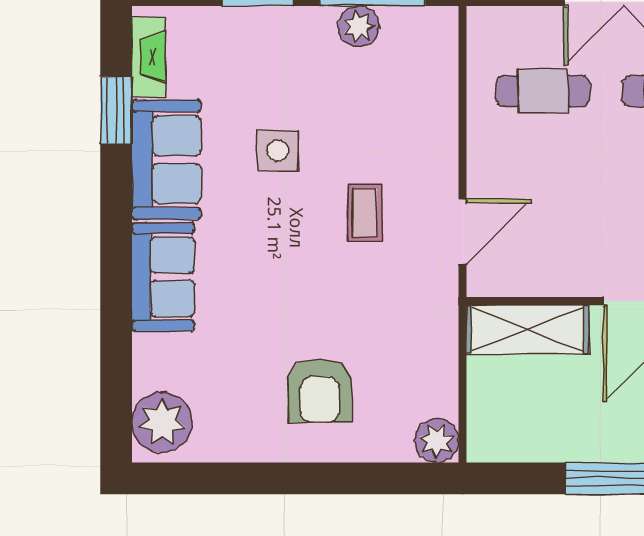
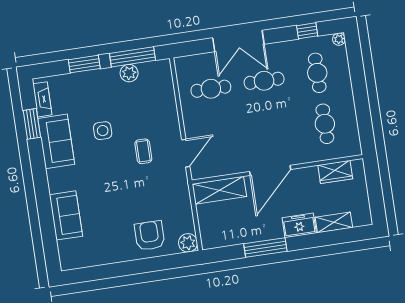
sofa: (163, 277) -> (66, 215), moved
armchair: (320, 390) -> (150, 236), moved, turned 180
plant: (162, 422) -> (71, 252), removed

